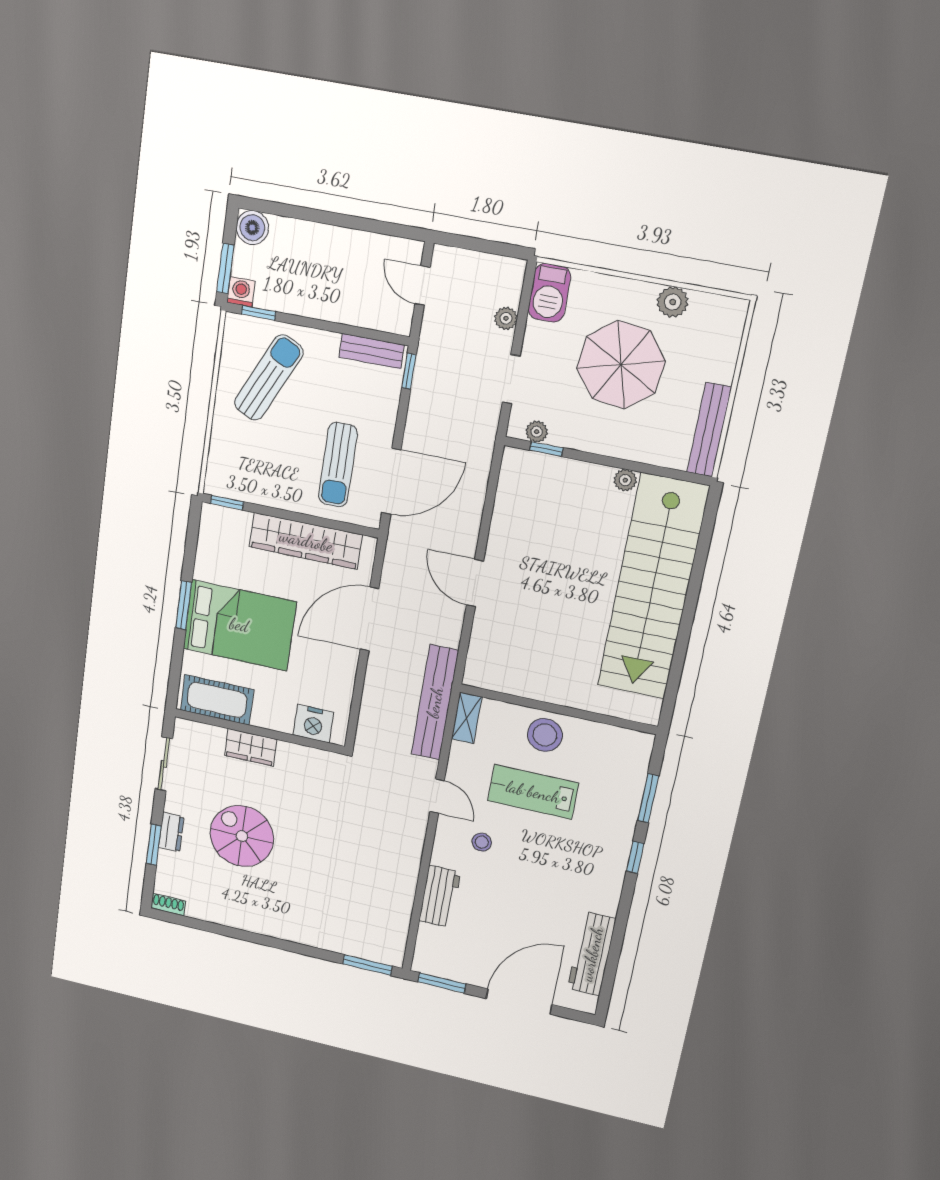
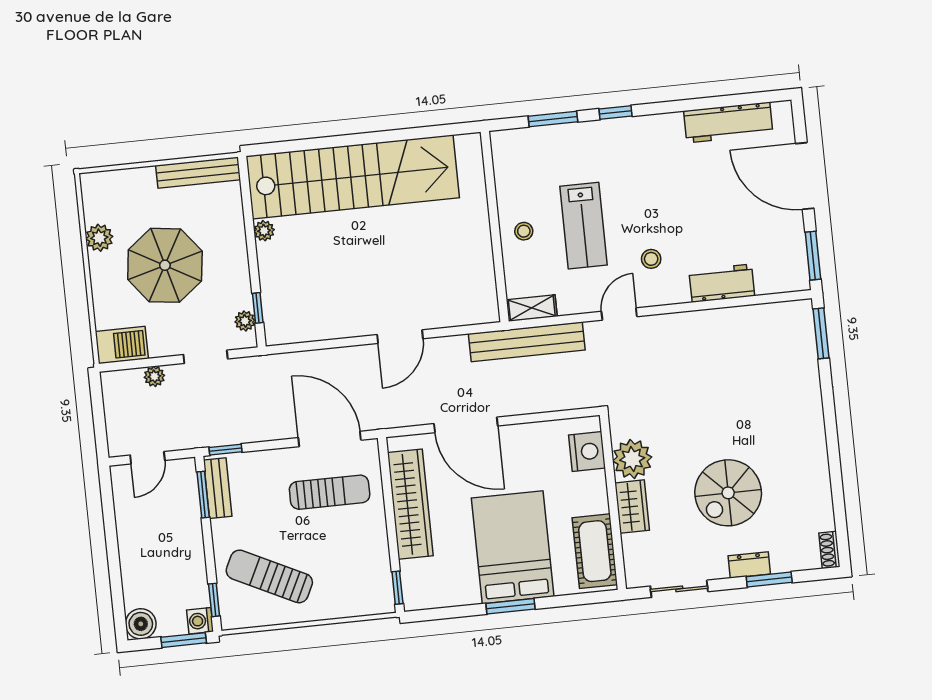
window: (369, 334) -> (203, 495), added
stool: (545, 735) -> (524, 231), width x0.53, depth x0.53
plant: (295, 762) -> (632, 459), added

